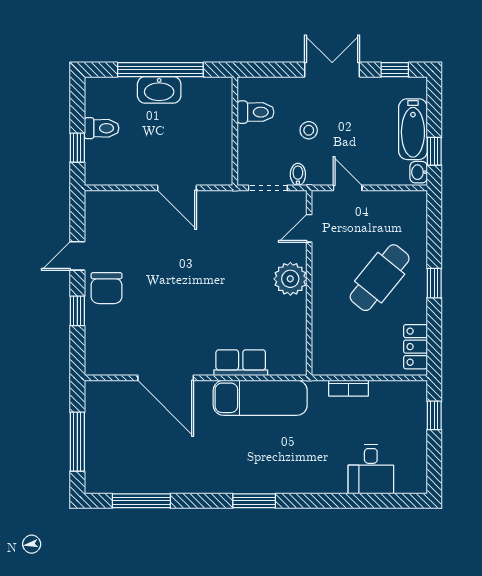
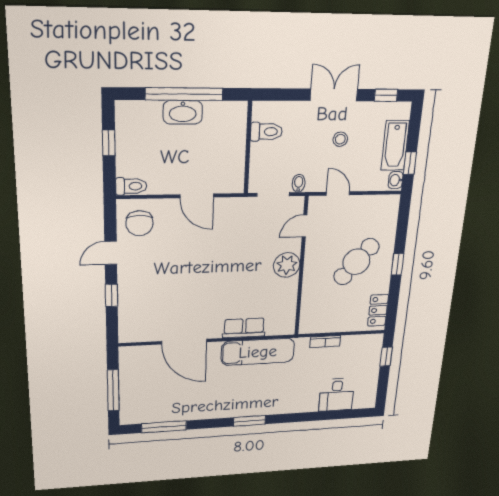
toilet: (102, 128) -> (131, 186), moved
stool: (309, 130) -> (340, 139), moved
window: (77, 148) -> (109, 143), moved
chair: (107, 288) -> (139, 223), moved

